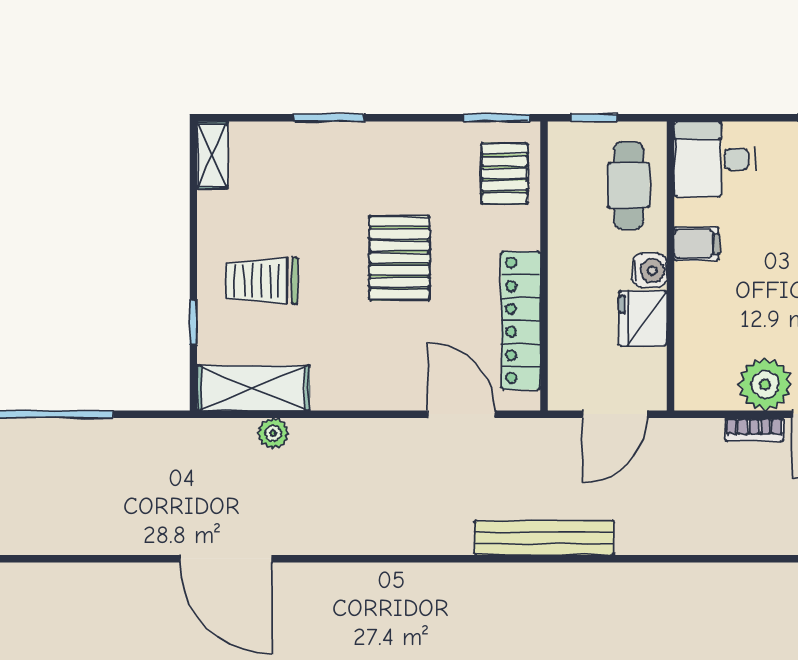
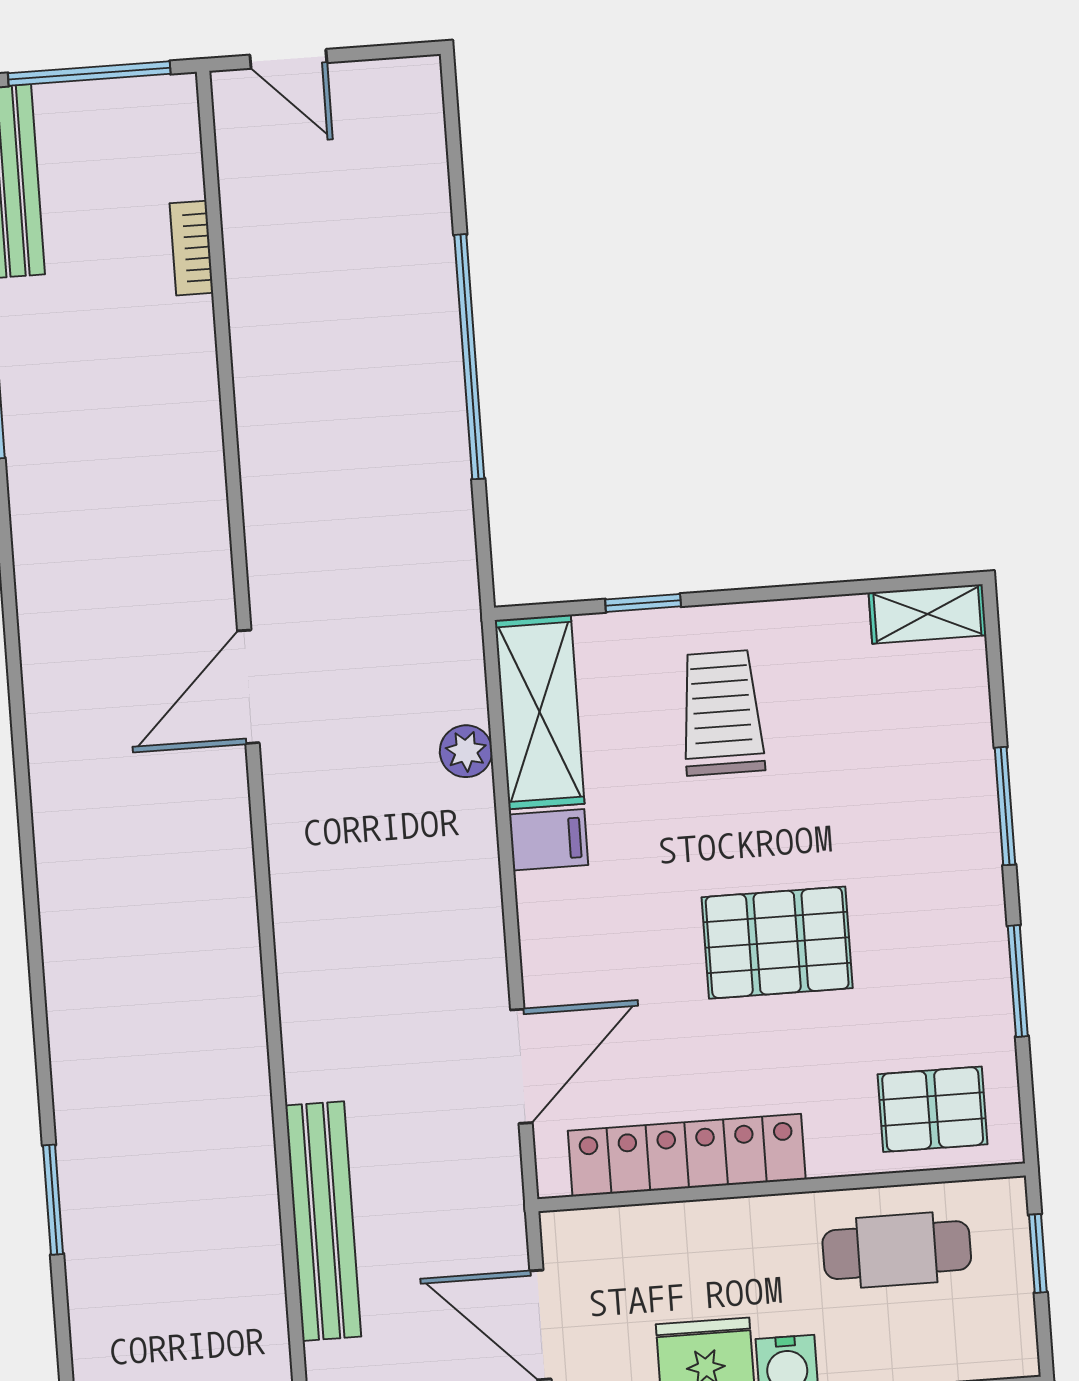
window: (497, 118) -> (1018, 981), moved
cafe table: (629, 185) -> (897, 1250), moved
filing cabinet: (329, 388) -> (549, 840), added
door: (226, 559) -> (248, 687), width x0.73

